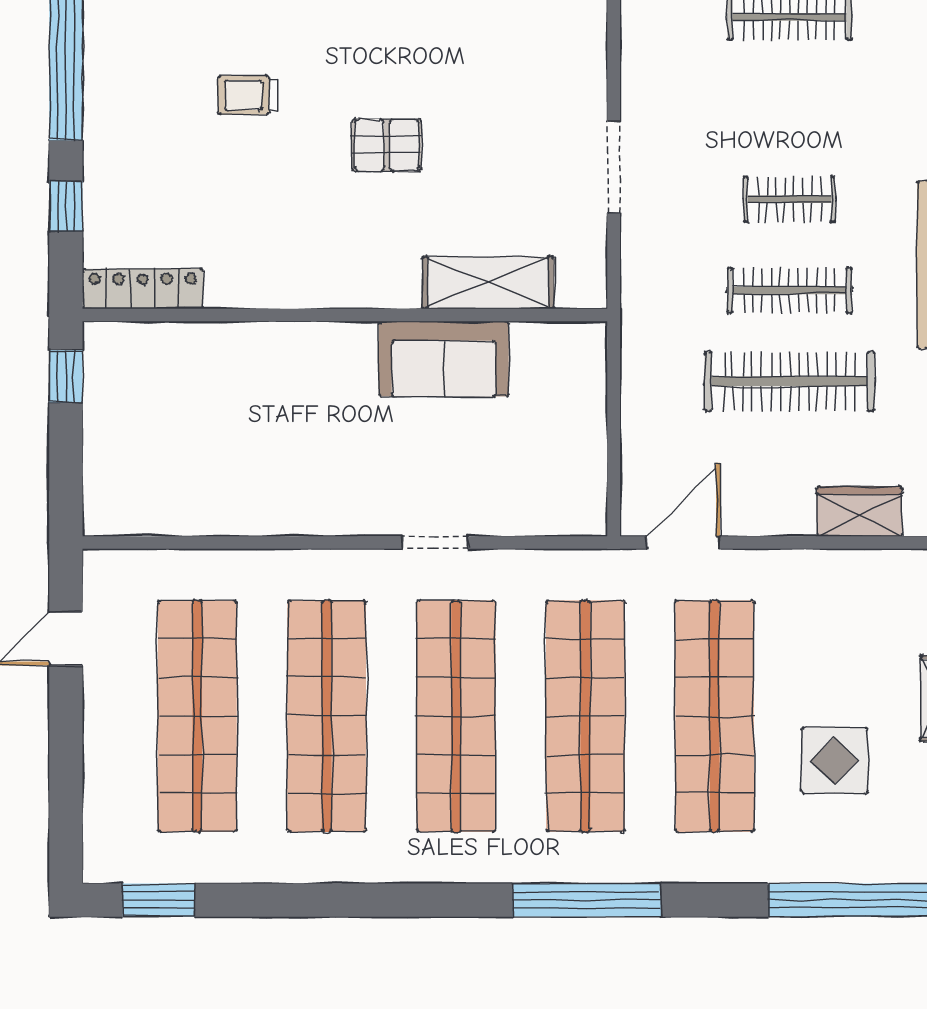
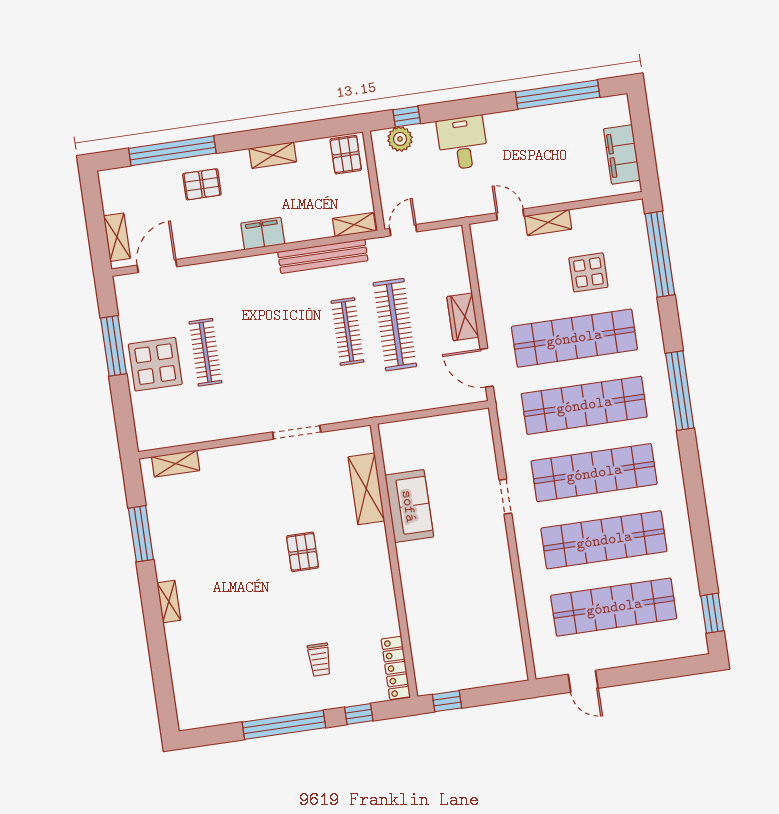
trolley: (248, 95) -> (319, 660), moved
clothes rail: (789, 199) -> (300, 338), removed
wardrobe: (859, 512) -> (463, 317), moved

